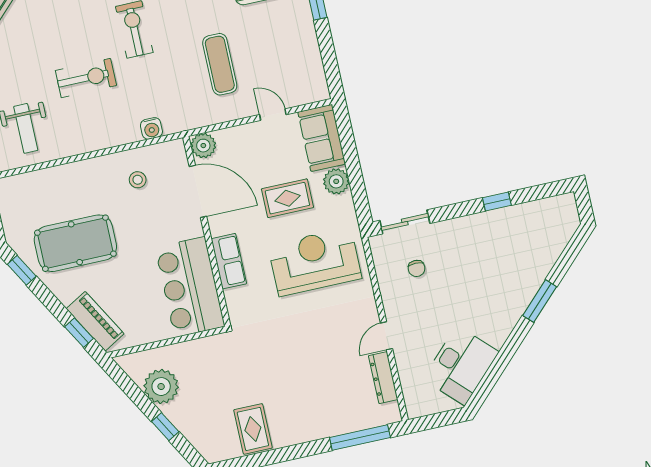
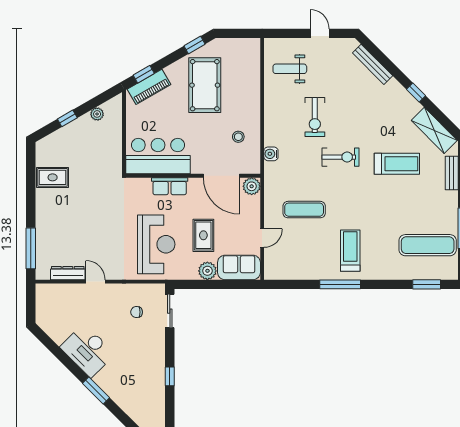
door: (198, 191) -> (221, 176), hinge flipped
desk: (461, 365) -> (87, 350), moved
plant: (161, 387) -> (97, 114), width x0.53, depth x0.53

